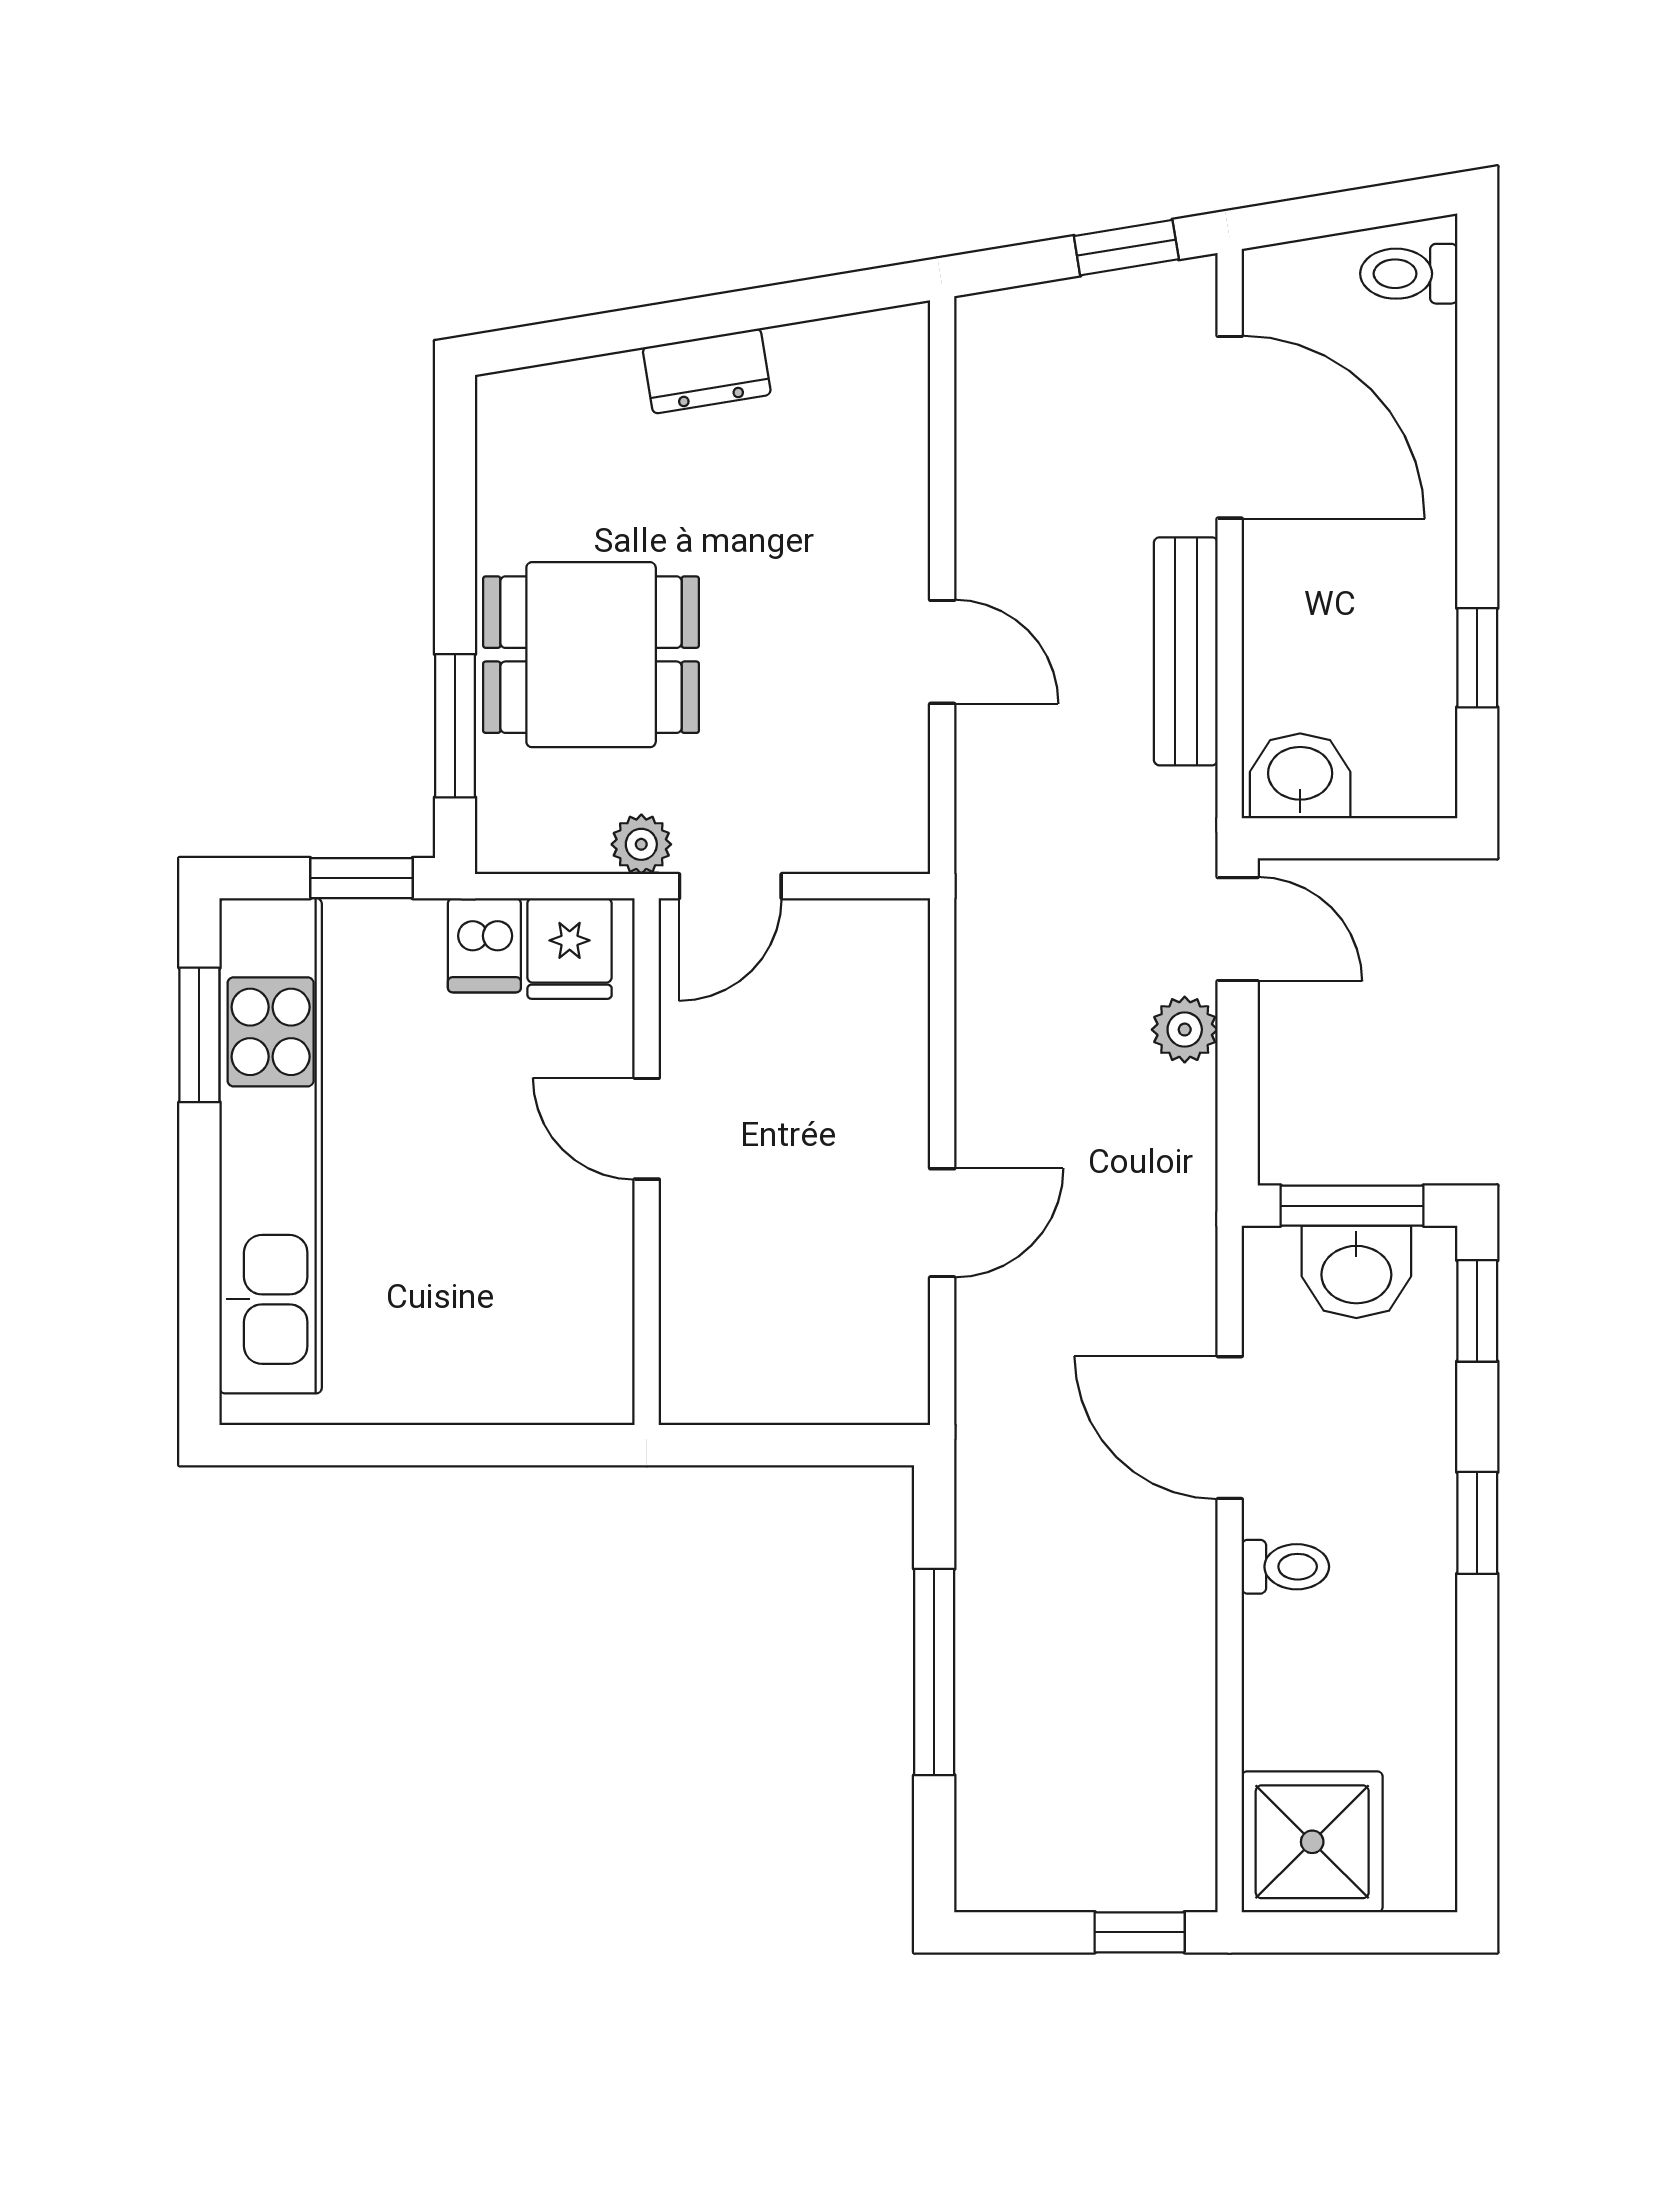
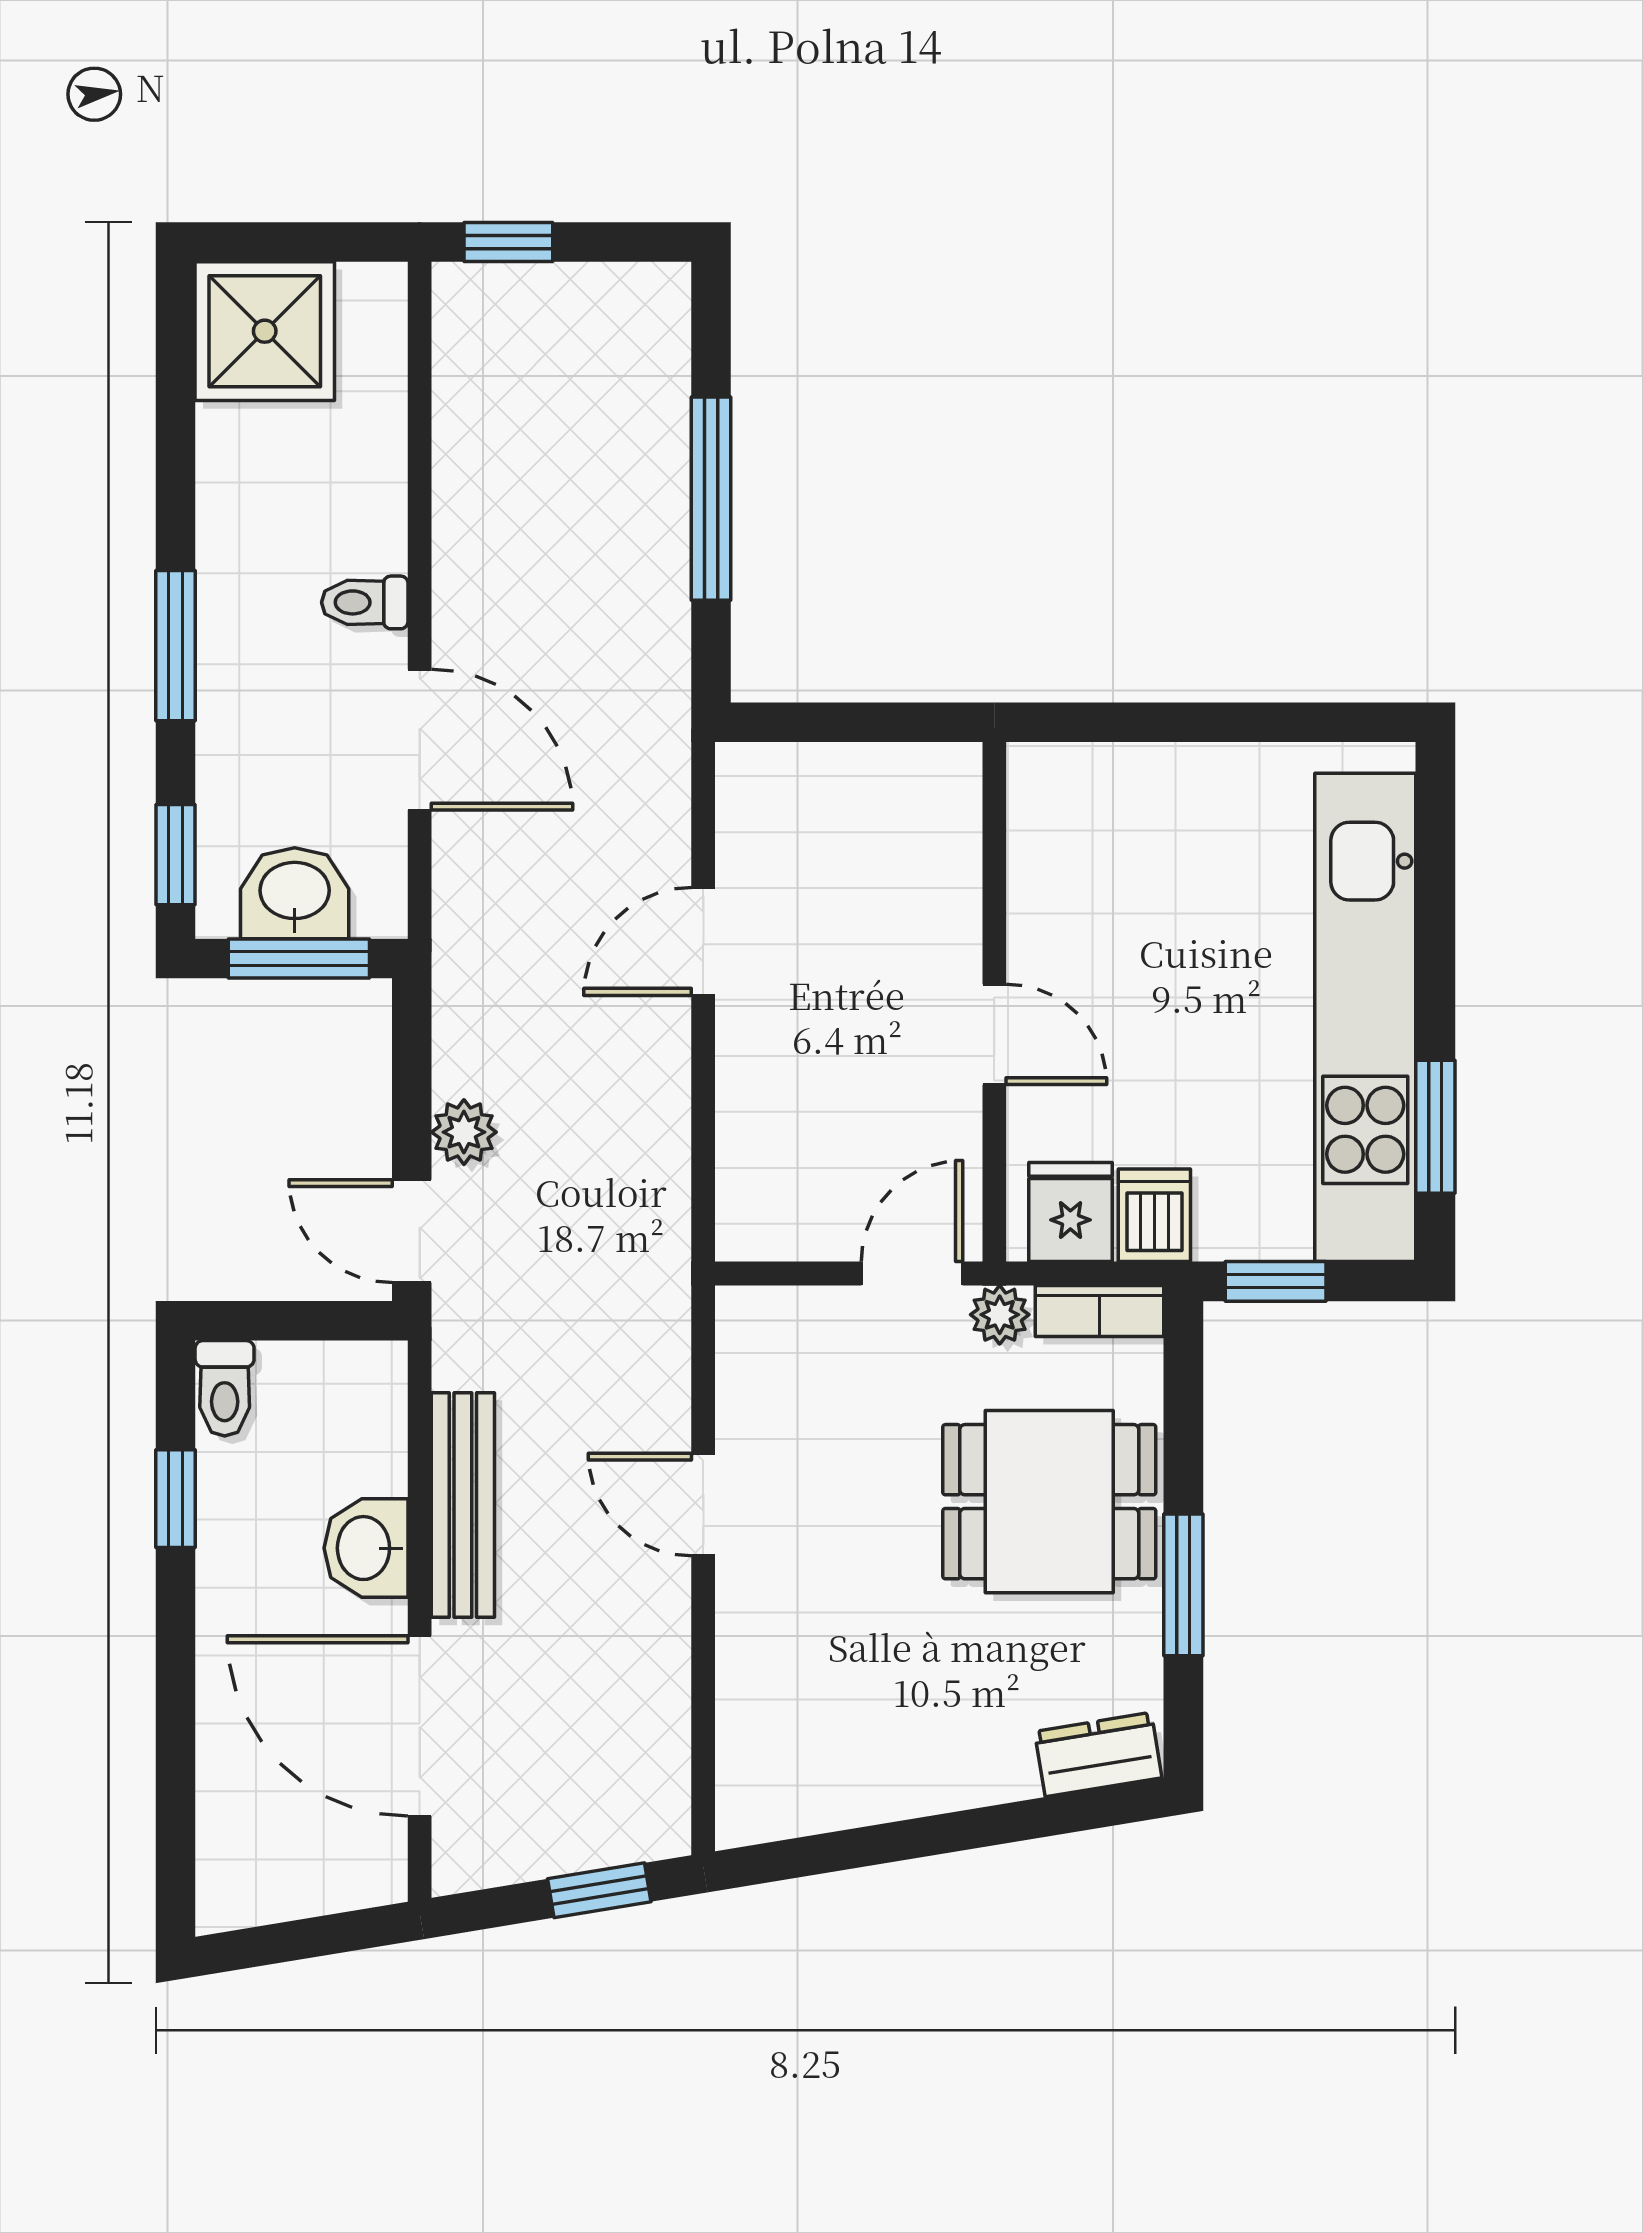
window: (1126, 248) -> (599, 1890), moved
toilet: (1409, 274) -> (225, 1388), moved, turned 90
dresser: (707, 371) -> (1098, 1755), moved
window: (455, 726) -> (1183, 1585), moved
washbasin: (1300, 776) -> (366, 1548), moved, turned 90
bookcase: (540, 848) -> (1100, 1311), added
window: (1477, 1523) -> (175, 646), width x1.50
shower: (1312, 1842) -> (265, 331), moved

